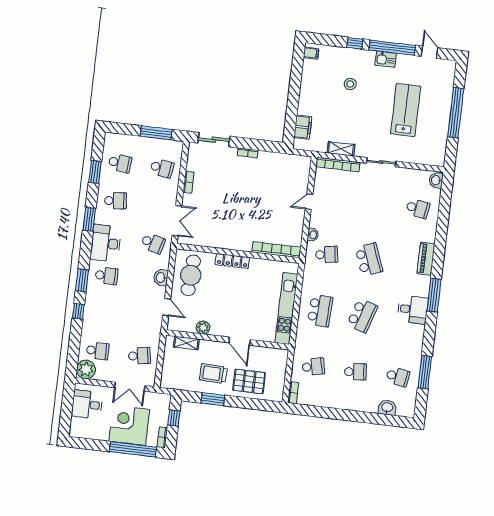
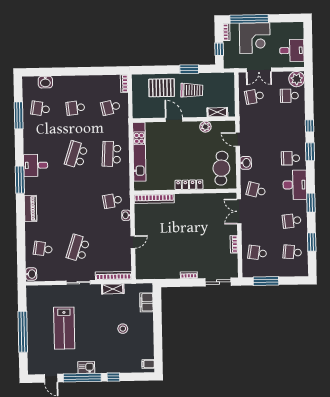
stool: (350, 84) -> (123, 329), moved
school desk: (369, 259) -> (78, 248), moved, turned 39
double door: (130, 387) -> (259, 70), swing flipped

